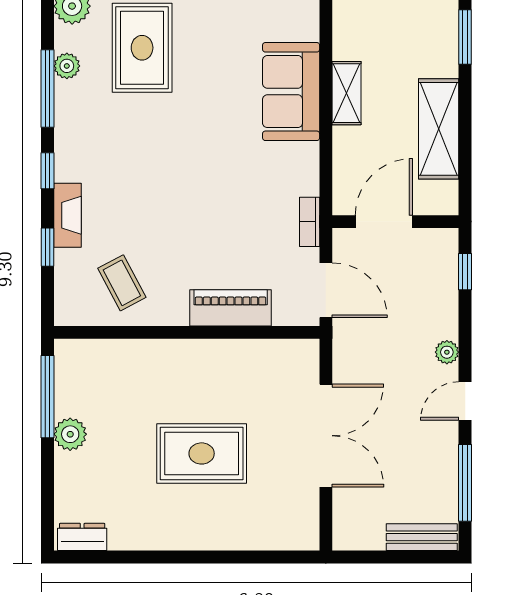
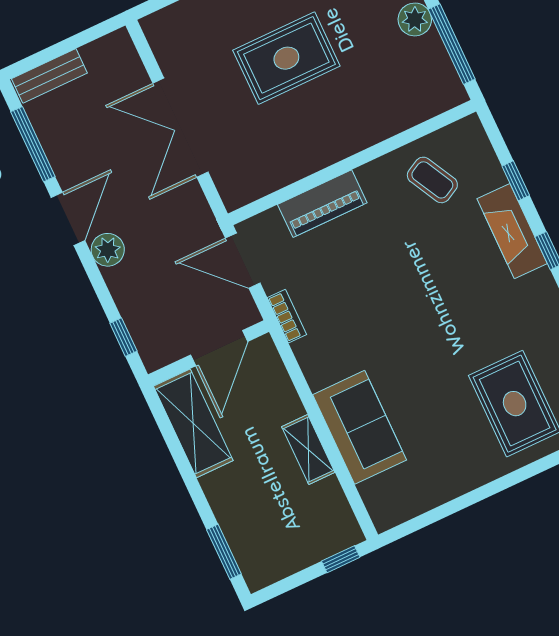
shelving: (439, 129) -> (193, 423), moved
fireplace: (67, 215) -> (512, 231), width x1.37, depth x1.32
plant: (447, 352) -> (108, 250), width x1.38, depth x1.38
door: (465, 401) -> (68, 219), width x1.38

